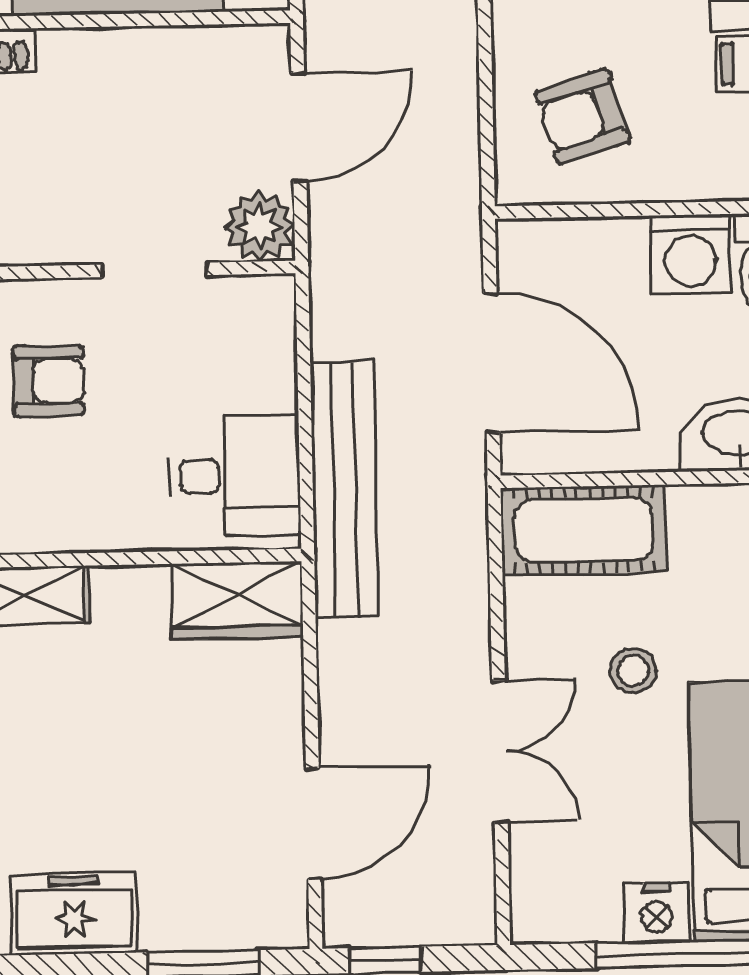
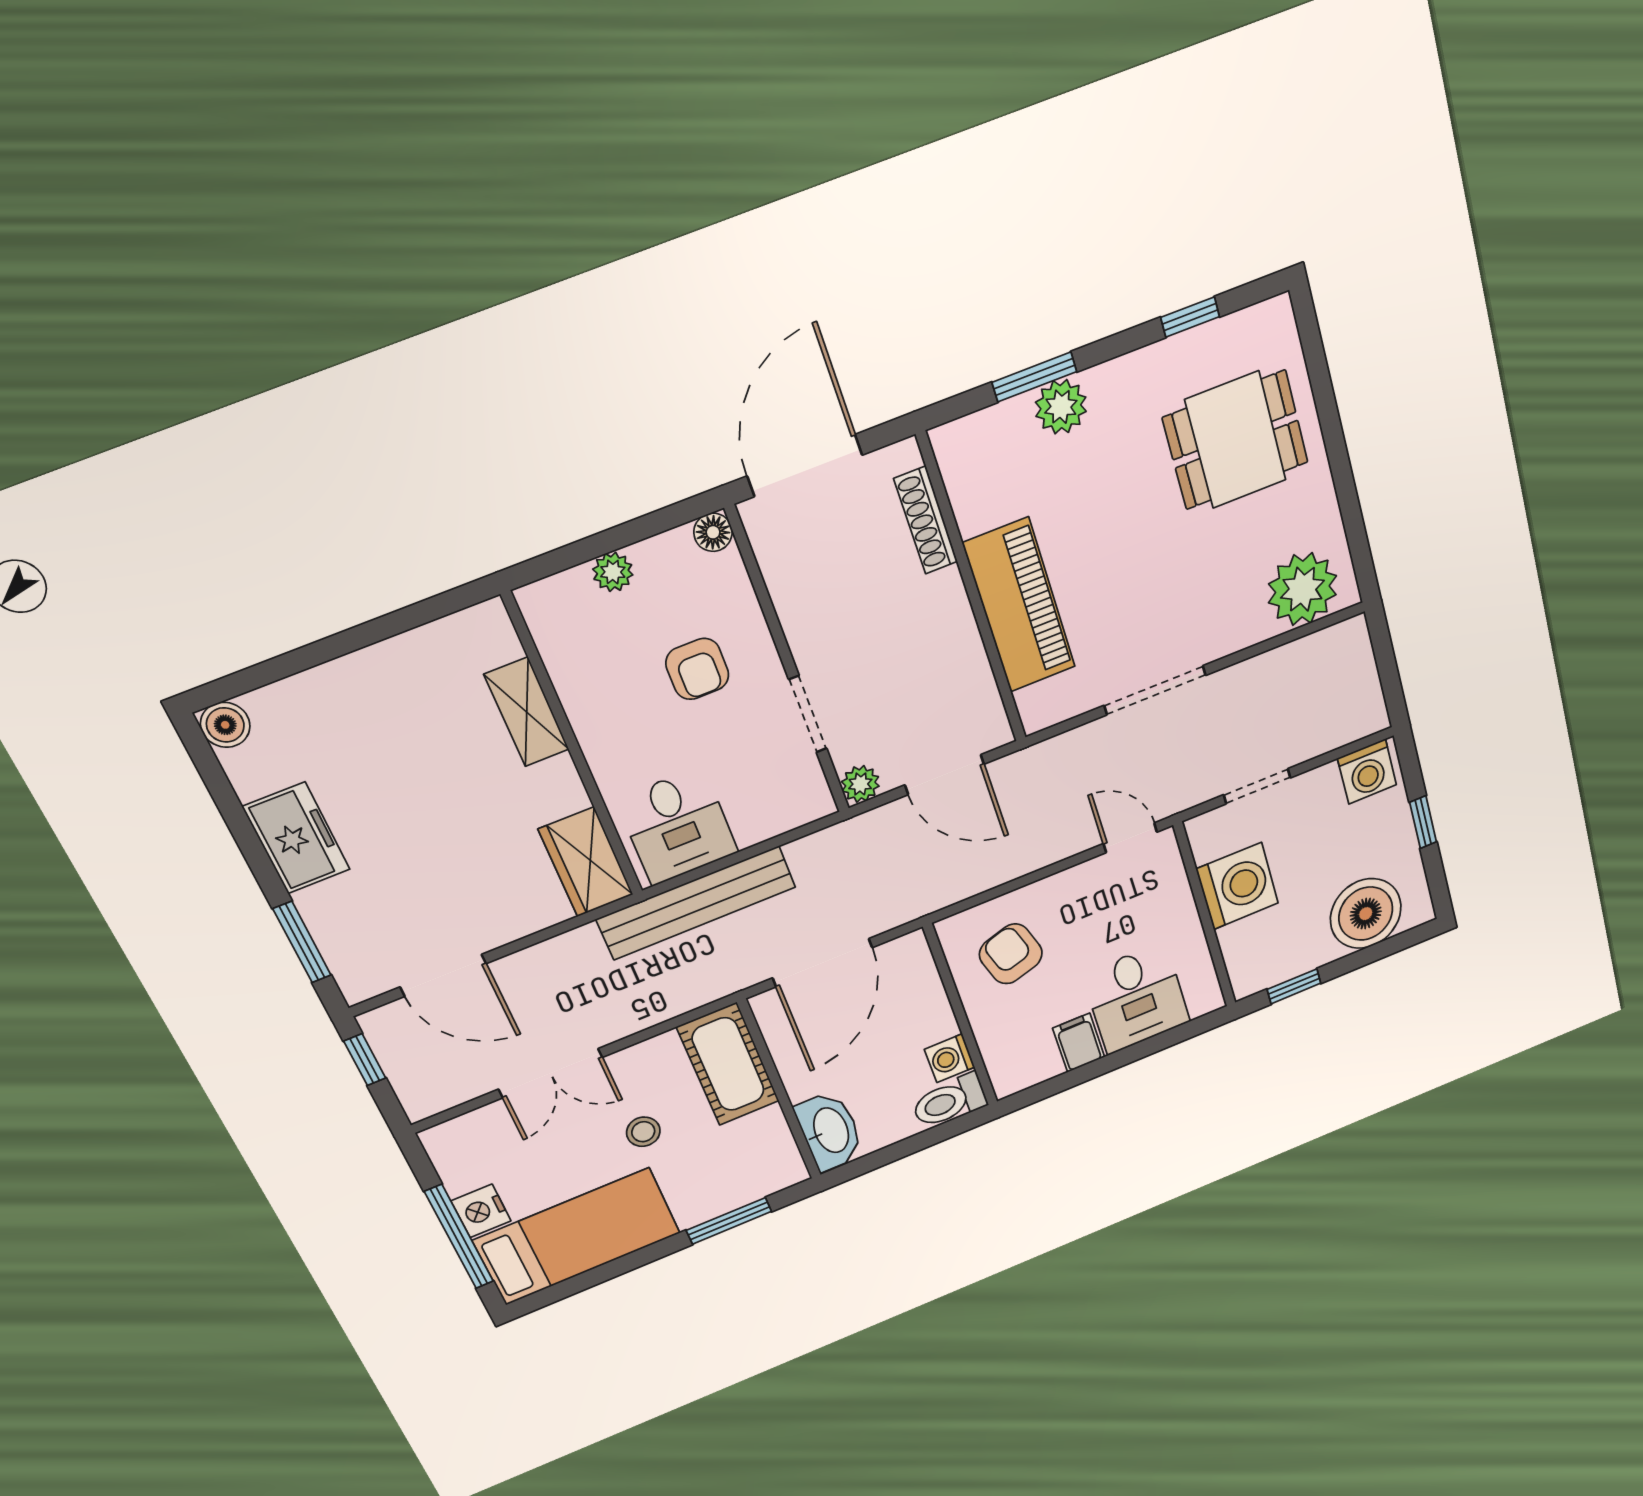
plant: (260, 226) -> (860, 784), width x0.73, depth x0.73
washing machine: (690, 254) -> (950, 1058), width x0.73, depth x0.73

